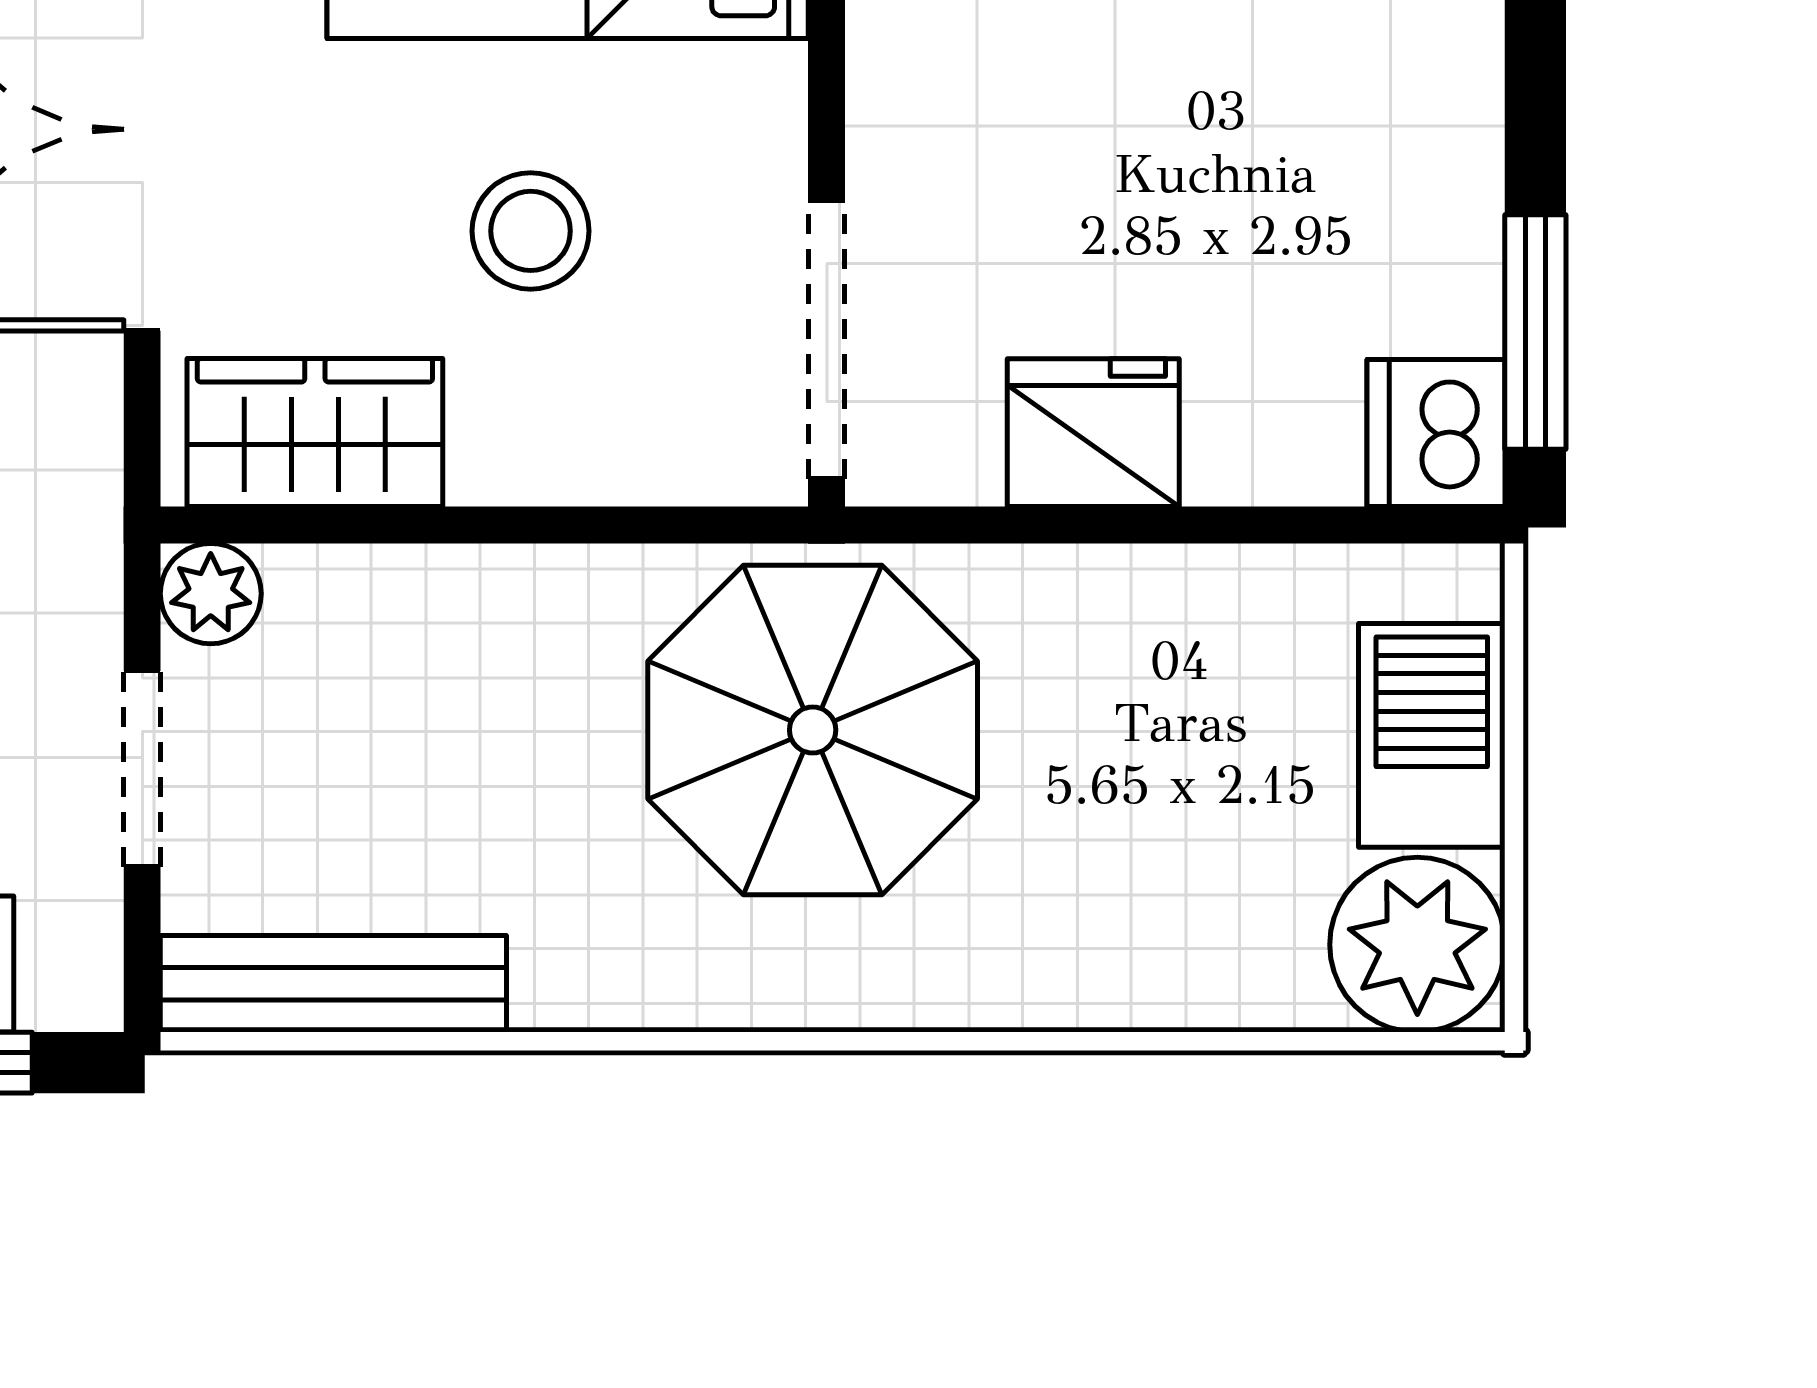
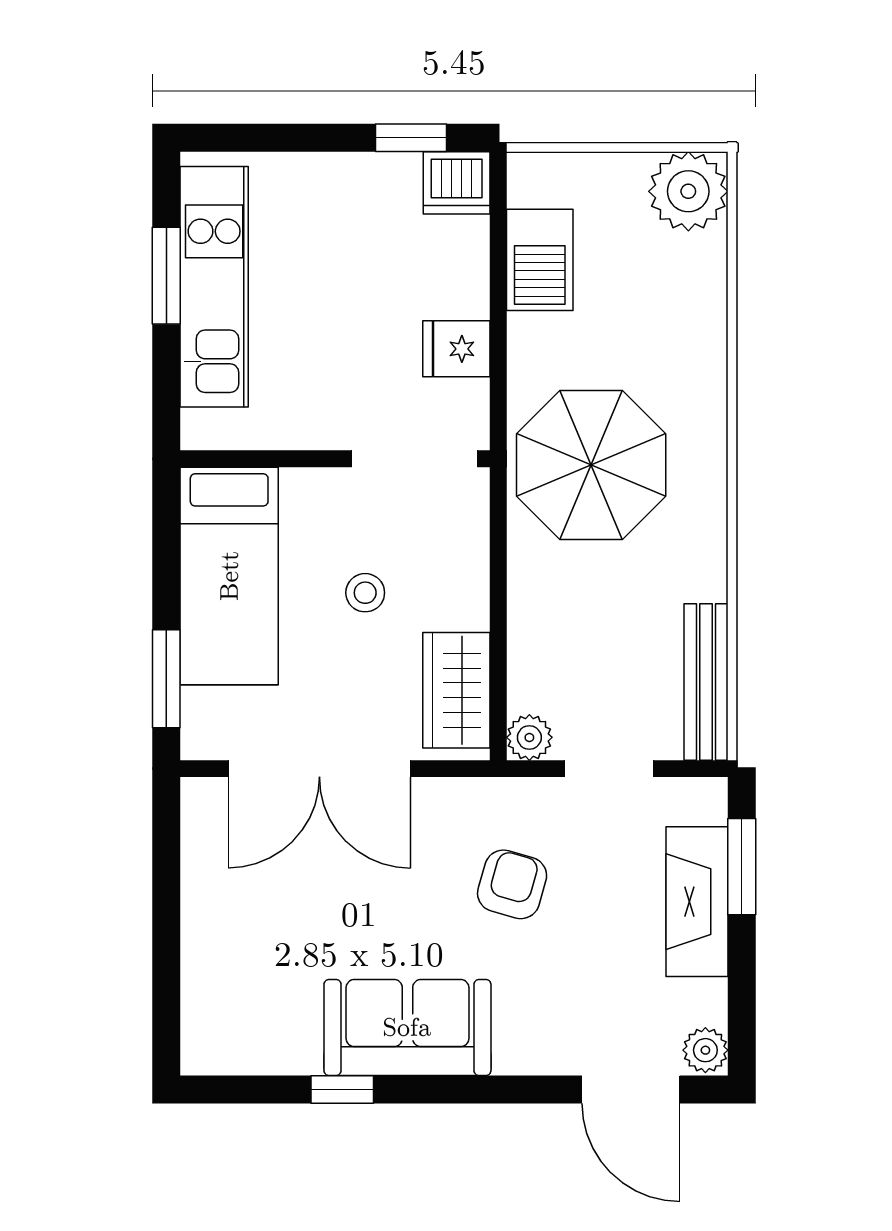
stool: (531, 231) -> (365, 593), width x0.73, depth x0.73
window: (1535, 332) -> (411, 138), width x0.67
fridge: (1093, 433) -> (456, 349), width x0.72
barbecue: (1432, 735) -> (540, 260), moved, turned -90

